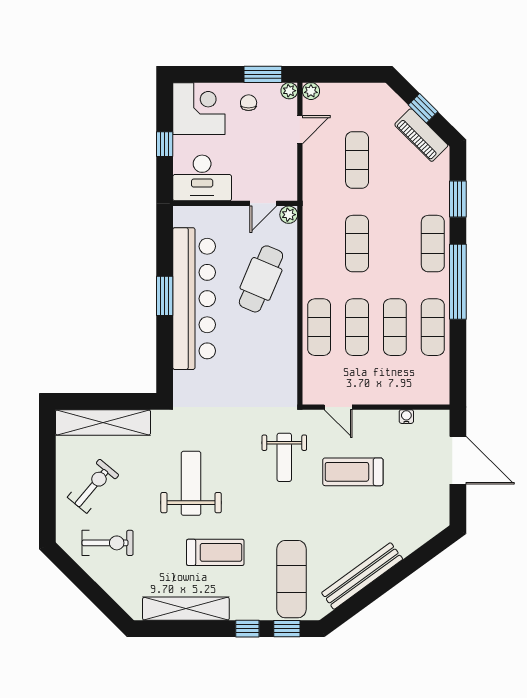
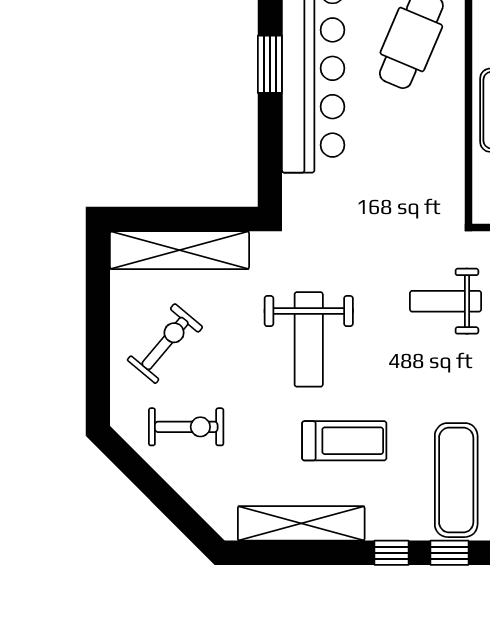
weight bench: (284, 457) -> (446, 301), turned 90
weight bench: (191, 483) -> (309, 339), turned 180

